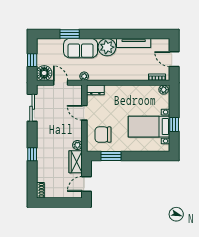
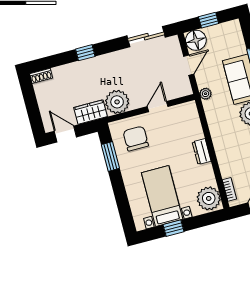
dresser: (95, 90) -> (202, 152), moved
plant: (164, 90) -> (209, 198), width x1.87, depth x1.87
plant: (77, 145) -> (117, 102), width x1.88, depth x1.88

